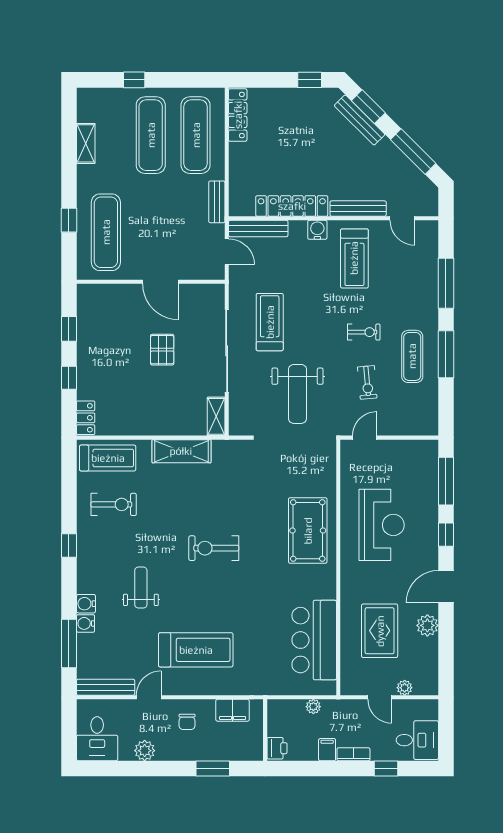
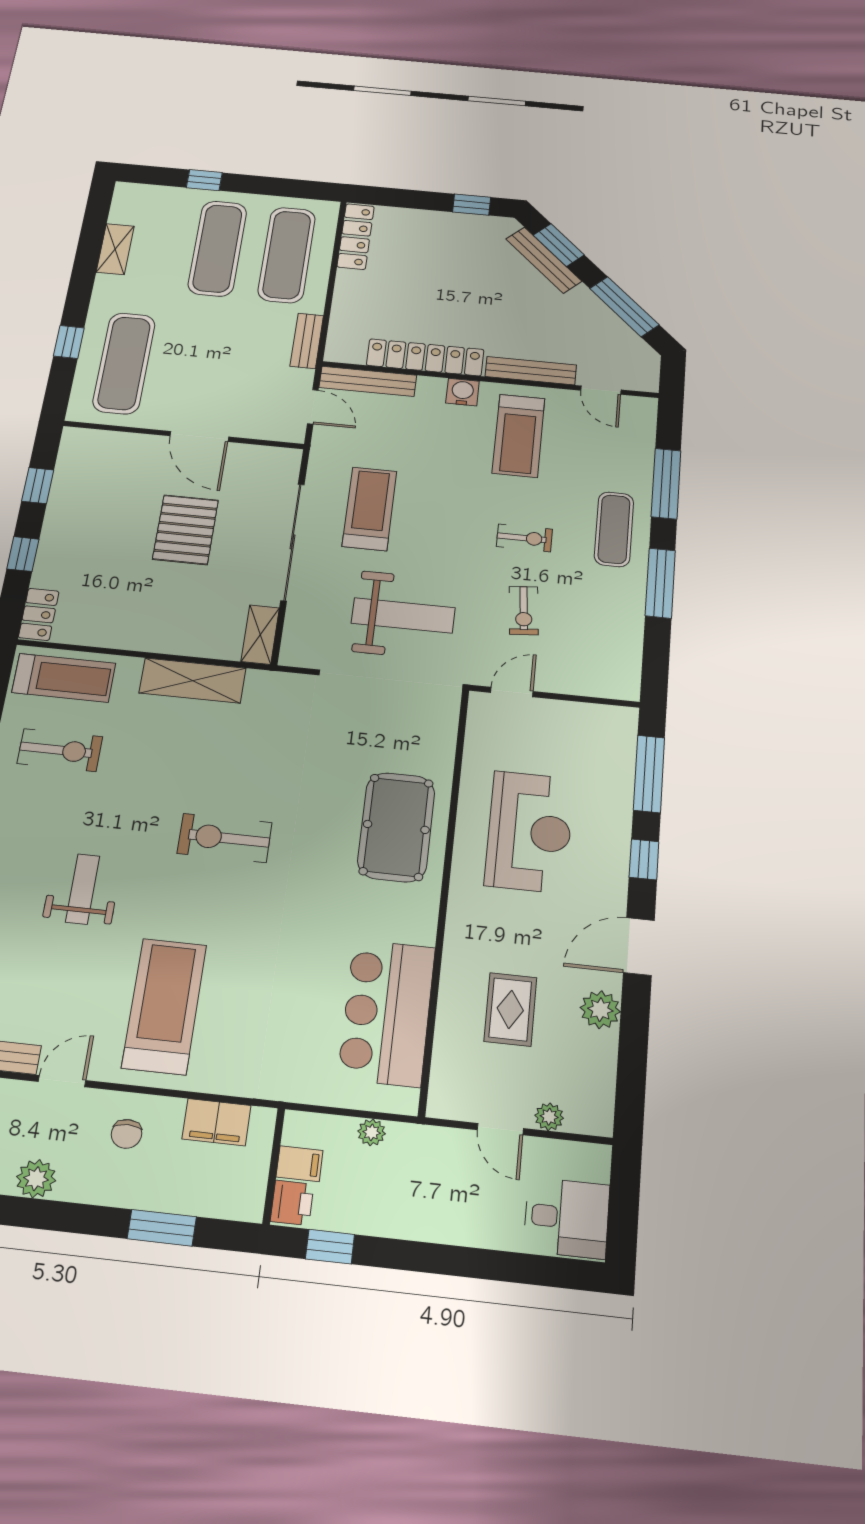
pallet: (162, 350) -> (186, 530), width x1.50, depth x1.42
exercise mat: (412, 356) -> (614, 529), moved
weight bench: (297, 394) -> (403, 615), turned -90
rug: (380, 631) -> (510, 1009), width x0.73, depth x0.70
treadmill: (196, 650) -> (164, 1006), turned -90
filing cabinet: (327, 750) -> (300, 1164), moved, turned 90
bookcase: (353, 754) -> (440, 1231), removed
window: (386, 768) -> (330, 1247), moved

